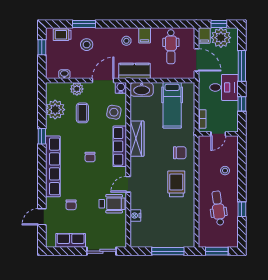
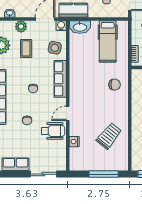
wardrobe: (137, 139) -> (76, 72), removed
trolley: (176, 184) -> (109, 136), moved, turned 39
chair: (71, 205) -> (27, 120), moved

